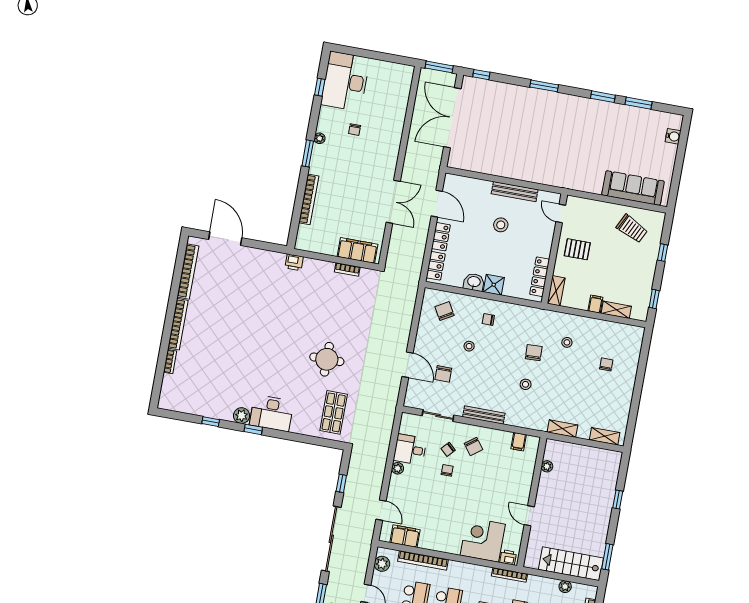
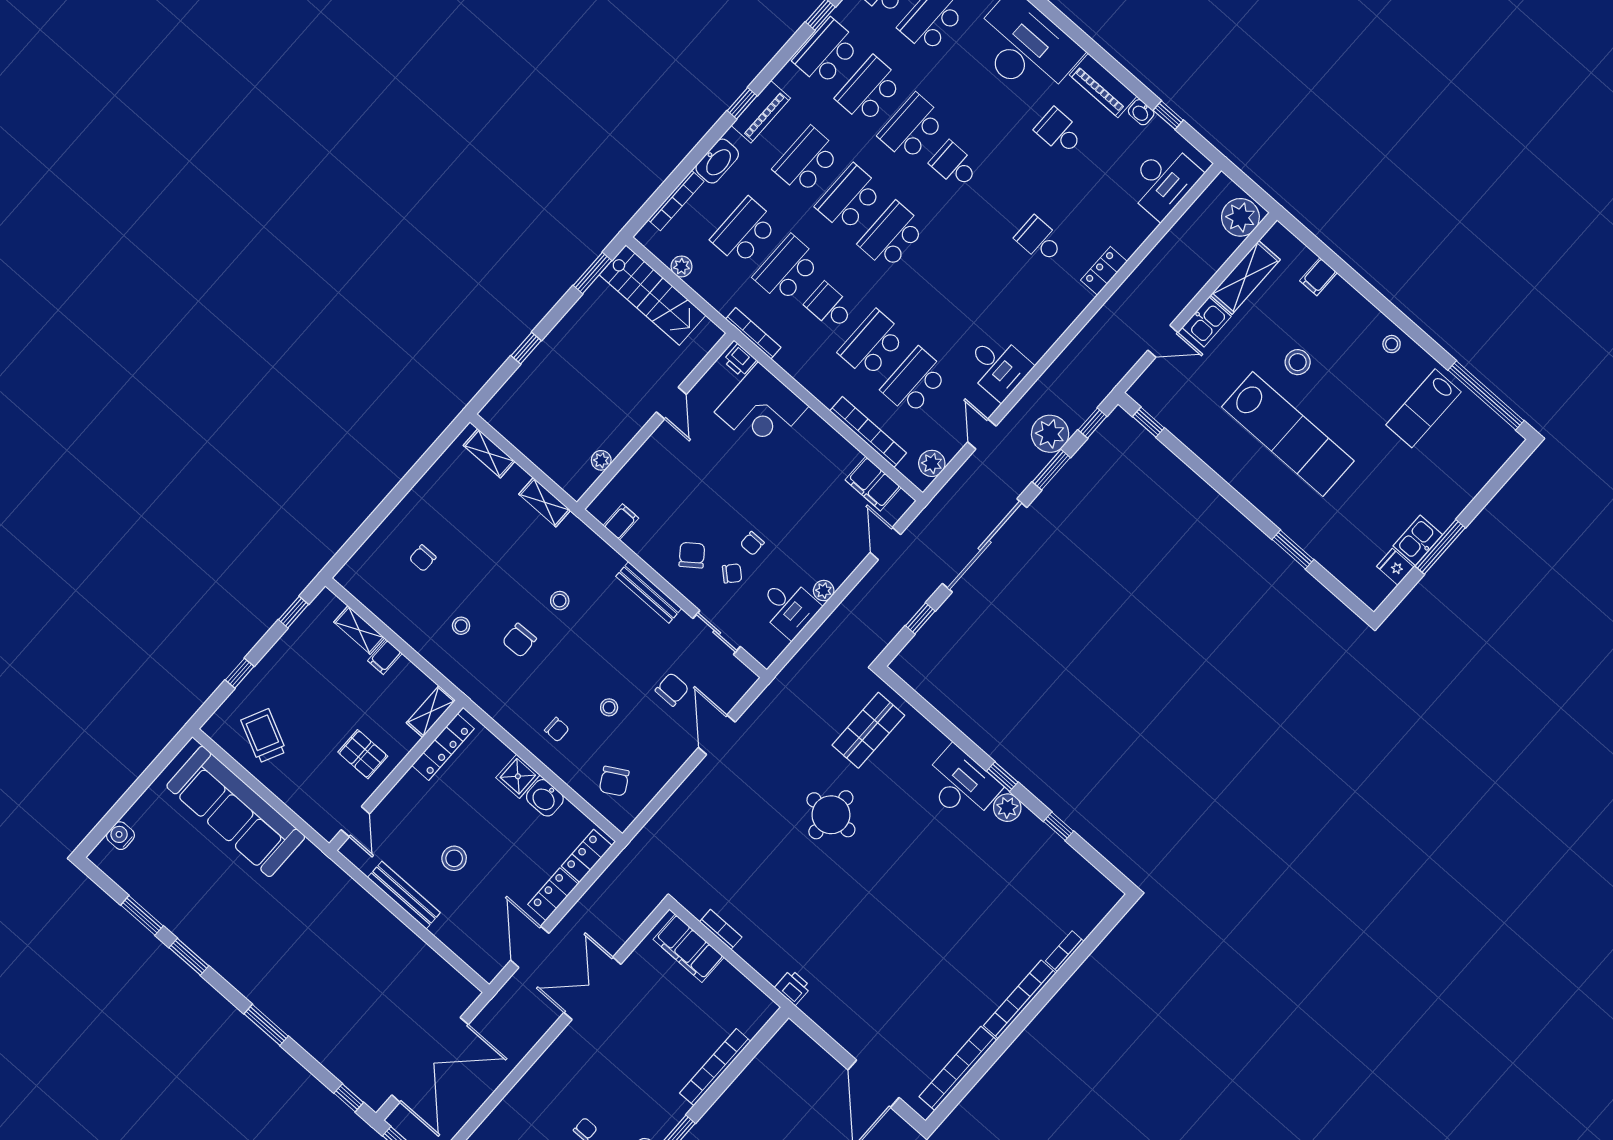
sofa: (633, 188) -> (236, 811), width x1.36, depth x1.27

